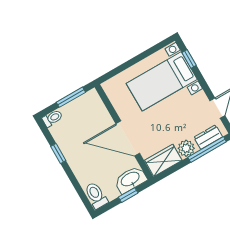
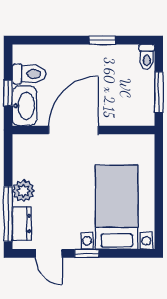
window: (189, 59) -> (87, 253), moved
wardrobe: (163, 160) -> (25, 156), removed
toilet: (96, 195) -> (29, 74), moved

